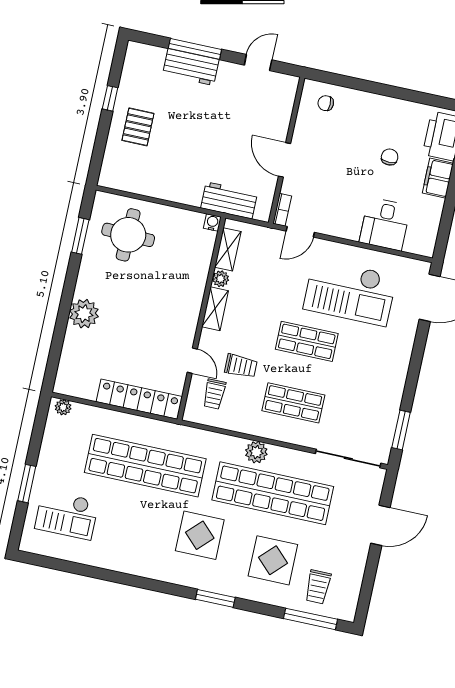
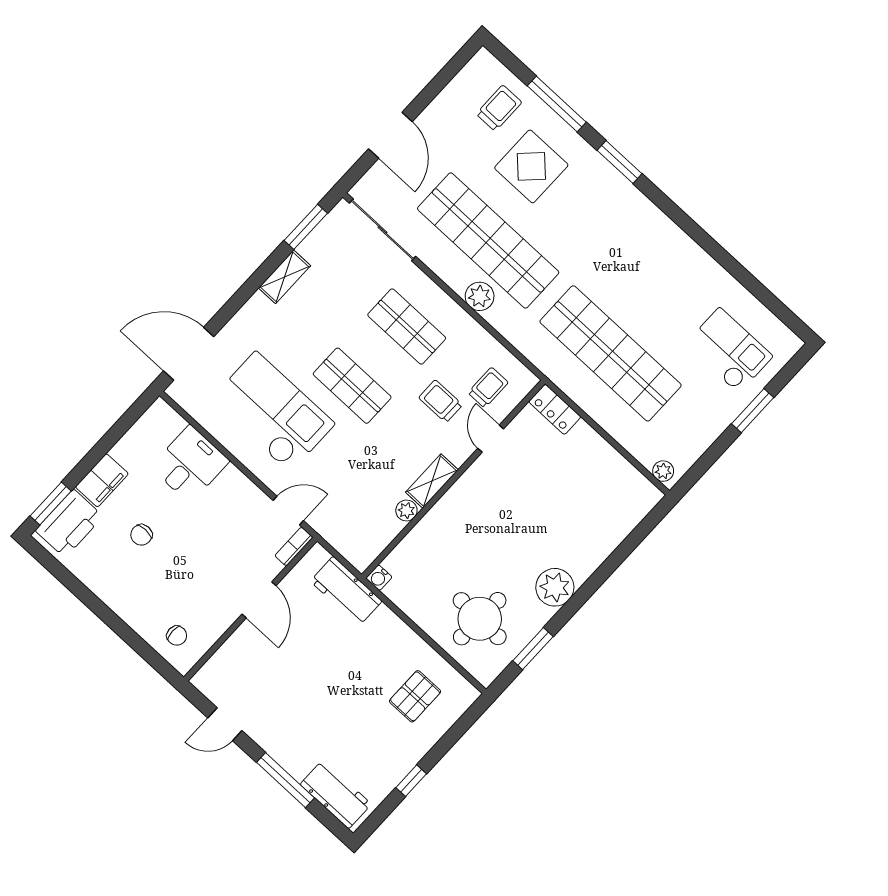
workbench: (191, 67) -> (336, 794), moved
pallet: (138, 127) -> (415, 696), moved
shelving: (228, 249) -> (285, 277), moved
plant: (84, 314) -> (555, 587), moved
locker: (139, 399) -> (555, 409), width x0.46, depth x0.83
door: (380, 525) -> (390, 135), swing flipped
display table: (200, 535) -> (596, 241), removed
window: (311, 619) -> (557, 104), moved

